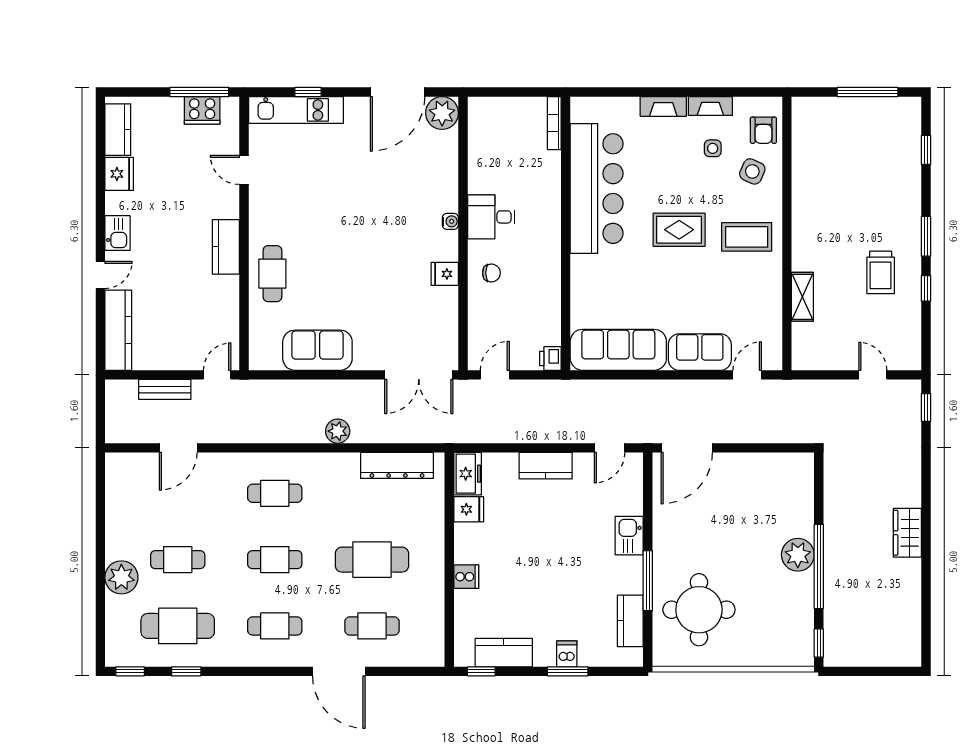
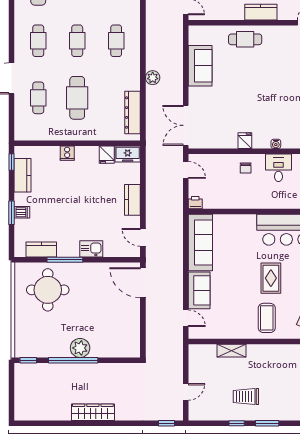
wardrobe: (907, 533) -> (93, 412), width x1.50

